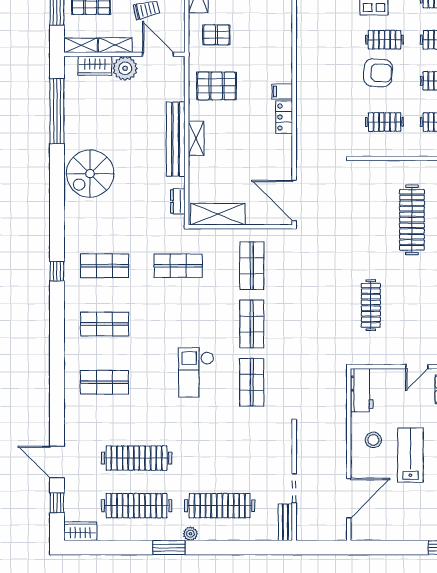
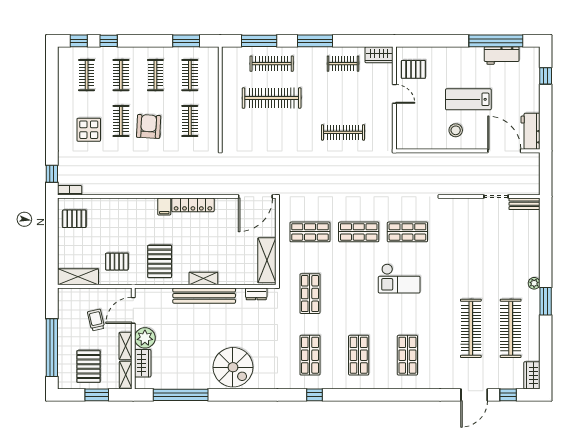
pallet: (216, 35) -> (117, 262), turned 90
locker: (284, 117) -> (193, 205), width x1.53
workbench: (362, 390) -> (531, 131), moved, turned -90
clothes rail: (220, 506) -> (511, 259), removed

